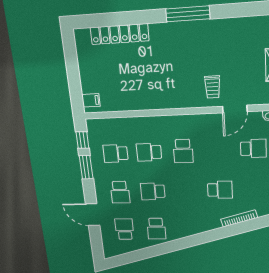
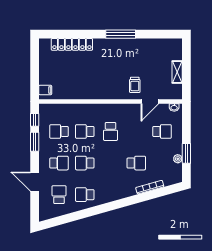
school desk: (120, 192) -> (59, 163), turned -90
school desk: (156, 229) -> (85, 195), turned 90

